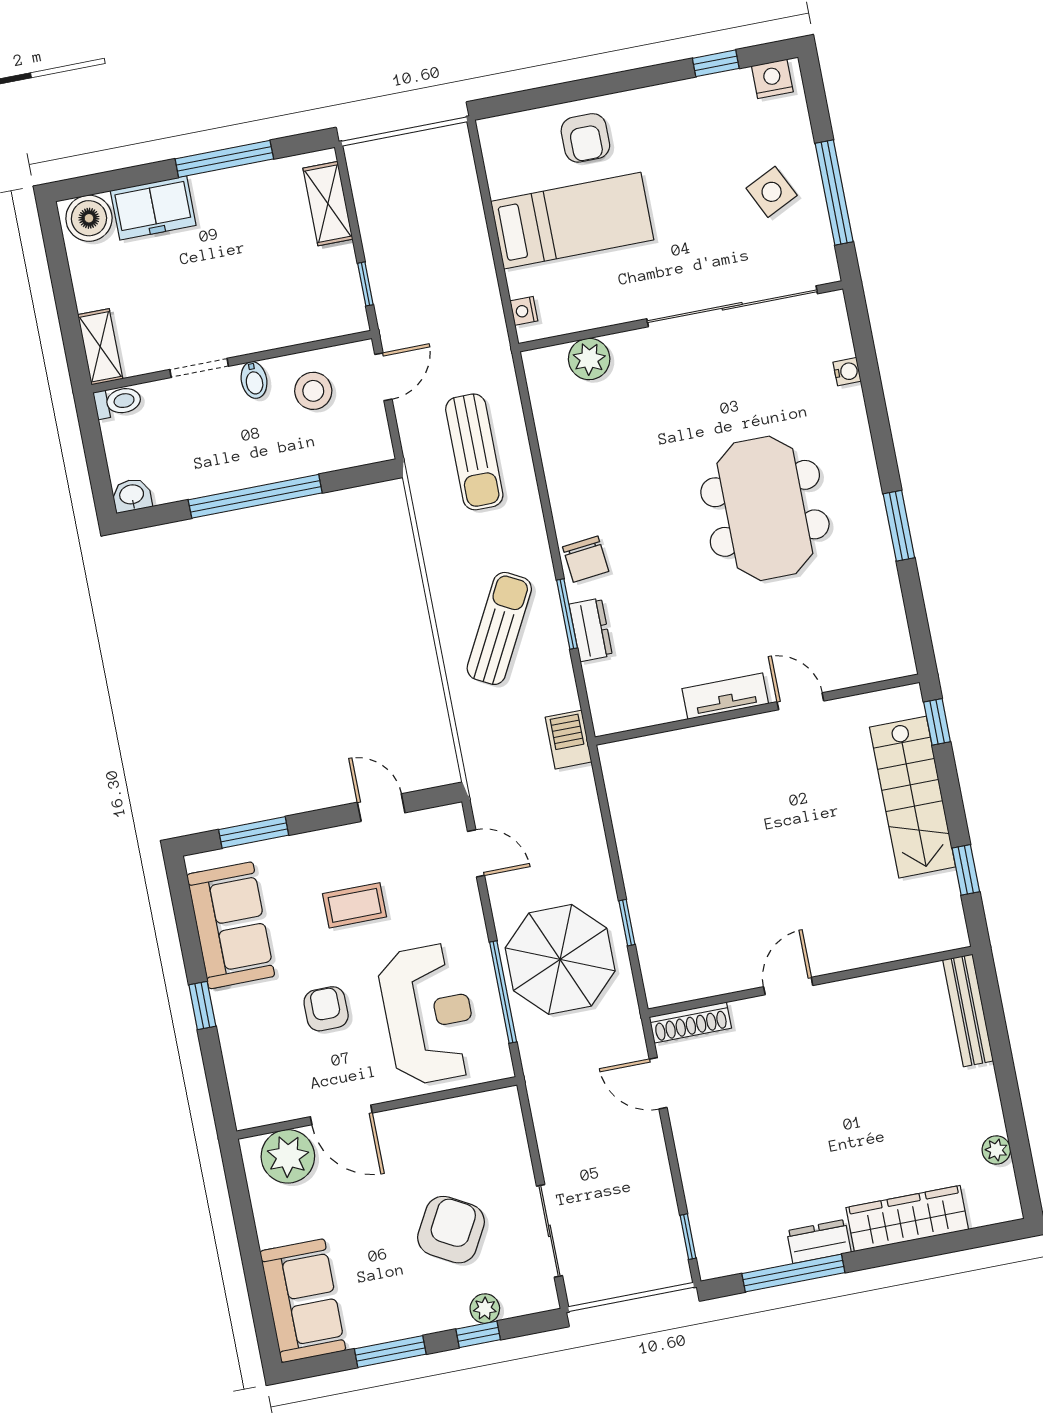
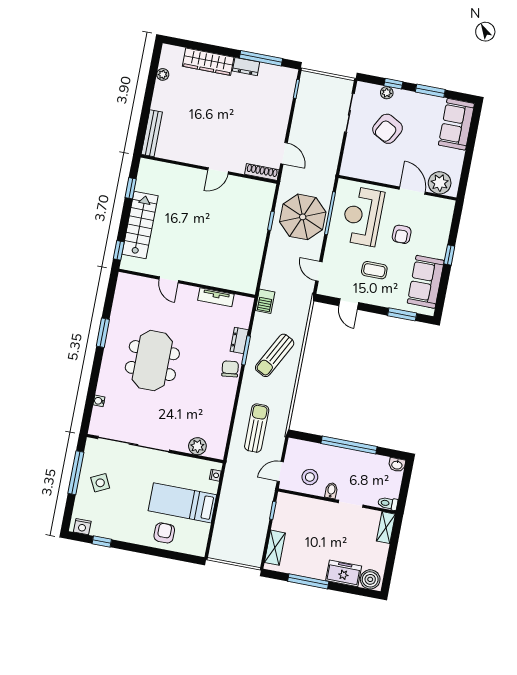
tv unit: (725, 696) -> (216, 297), moved

